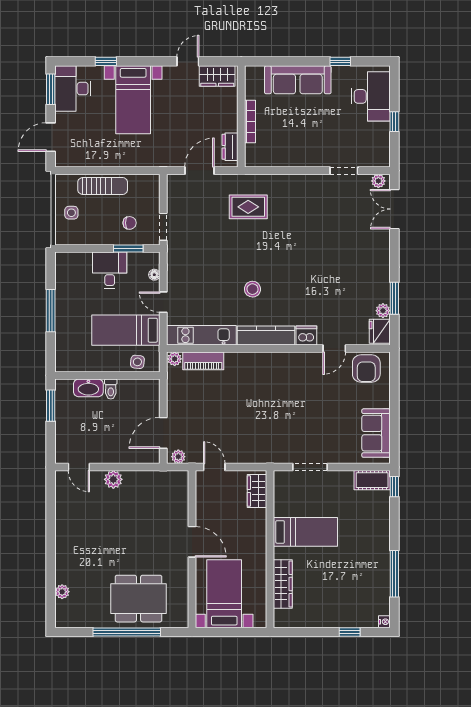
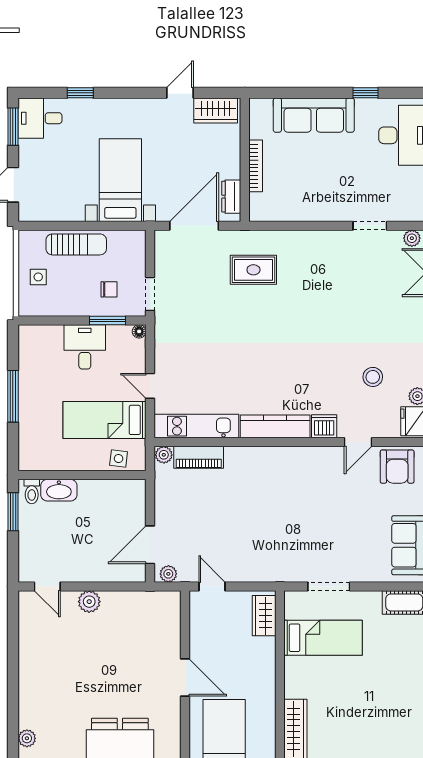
desk: (73, 89) -> (40, 118), width x0.73
bed with nightstands: (133, 100) -> (120, 180), moved, turned 180
door: (200, 171) -> (194, 226), width x1.36
floor lamp: (154, 275) -> (139, 331), moved
stool: (252, 289) -> (373, 377), moved
toilet: (111, 389) -> (32, 492), moved
bed: (305, 532) -> (323, 638), moved

